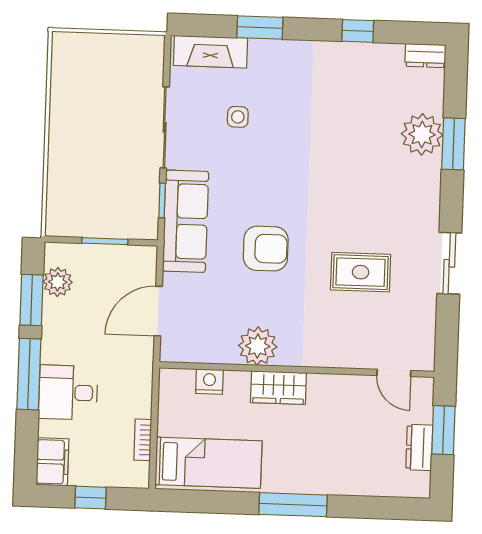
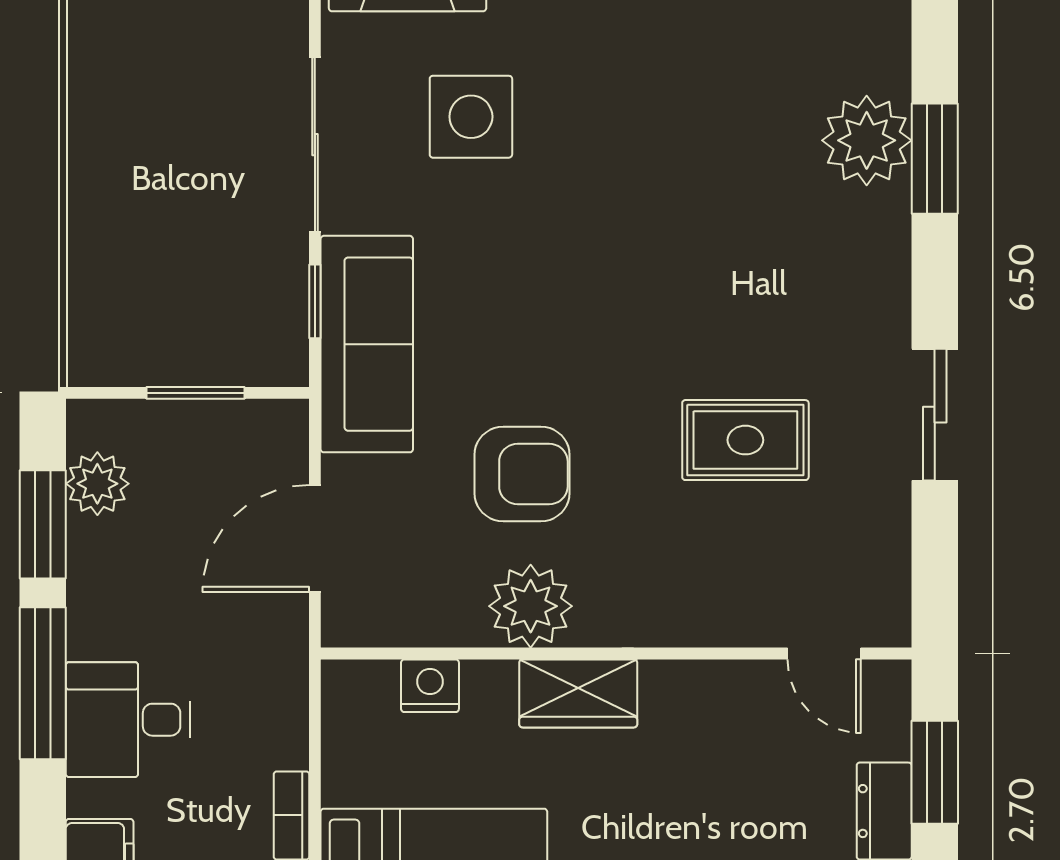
side table: (238, 117) -> (471, 117), width x1.87, depth x1.87
armchair: (266, 249) -> (522, 474), moved

